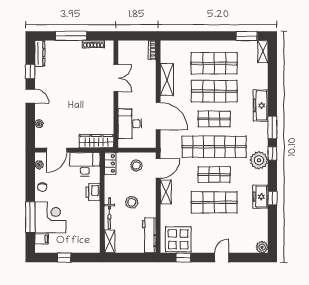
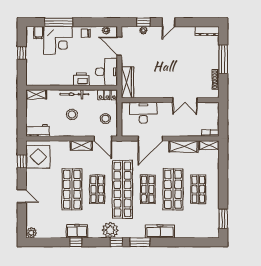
shelving: (263, 52) -> (209, 145), moved
shop shelf: (214, 63) -> (198, 189), width x0.70, depth x0.74
window: (30, 72) -> (143, 22), moved
bicycle: (109, 213) -> (74, 94), moved
workbench: (149, 235) -> (38, 130), width x0.73

